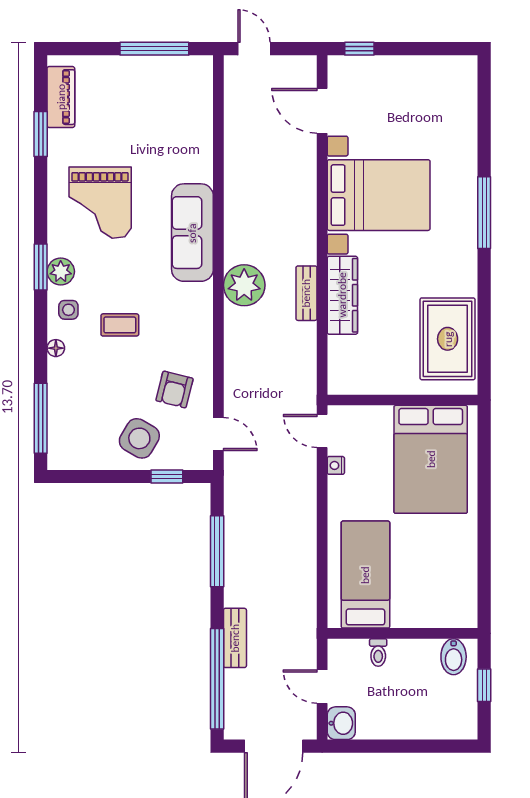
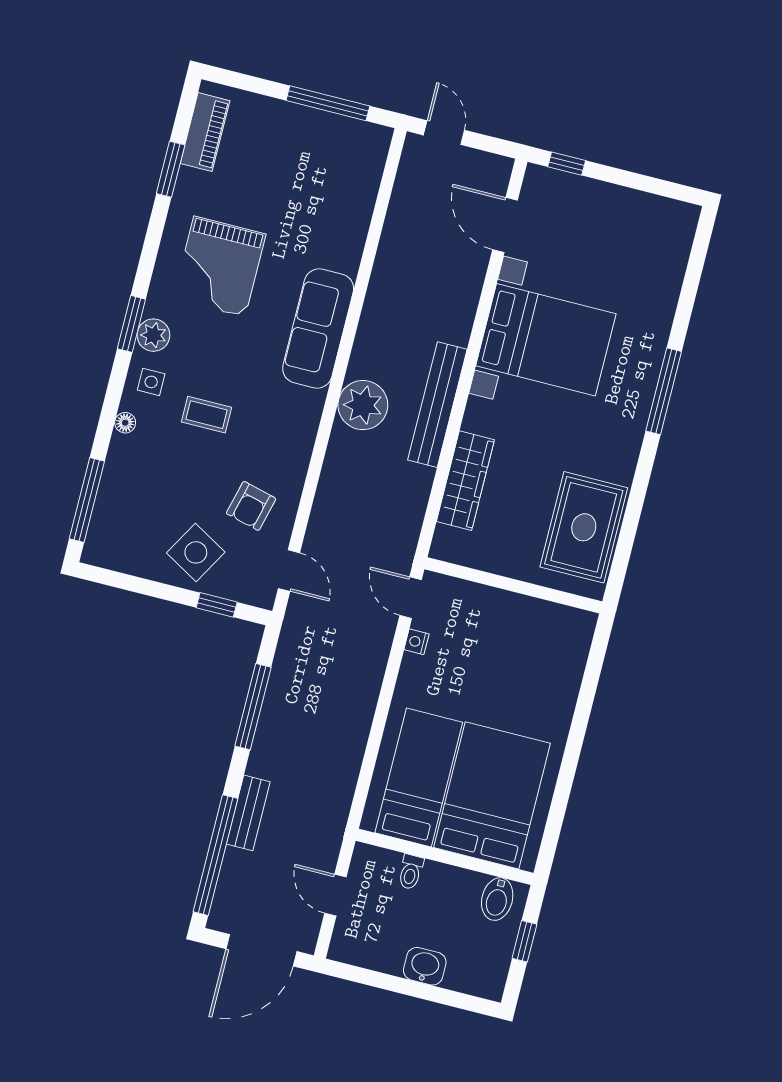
bench: (306, 293) -> (437, 405), width x1.86, depth x1.21
wardrobe: (342, 295) -> (465, 481), moved
bed: (431, 459) -> (492, 795), moved, turned 180
washbasin: (341, 723) -> (425, 966), moved, turned -90

